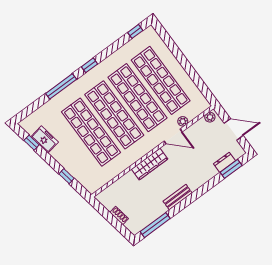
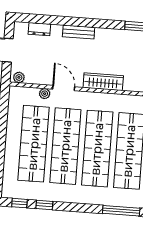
window: (90, 65) -> (44, 205), moved
window: (231, 169) -> (39, 19), removed
bench: (178, 197) -> (79, 32), moved

